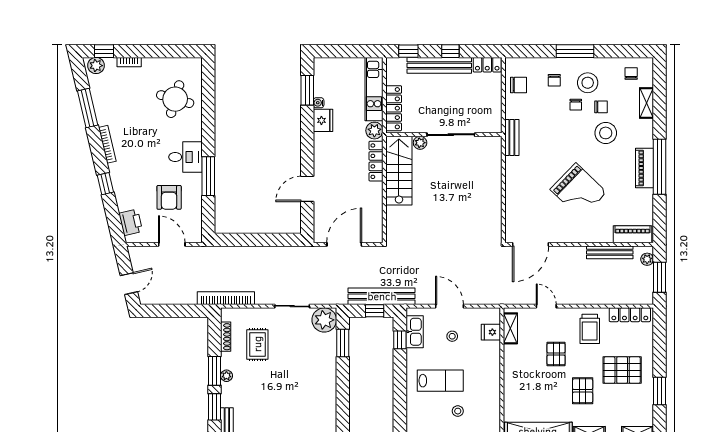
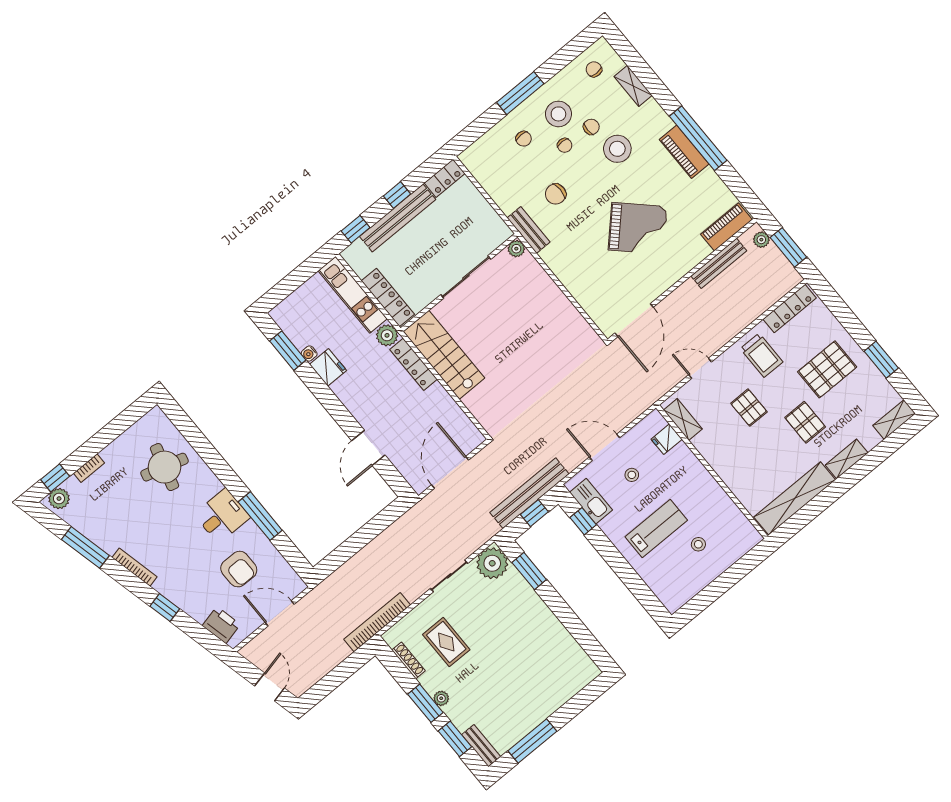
chair: (518, 85) -> (556, 194), moved, turned 180
plant: (420, 143) -> (516, 249), moved

